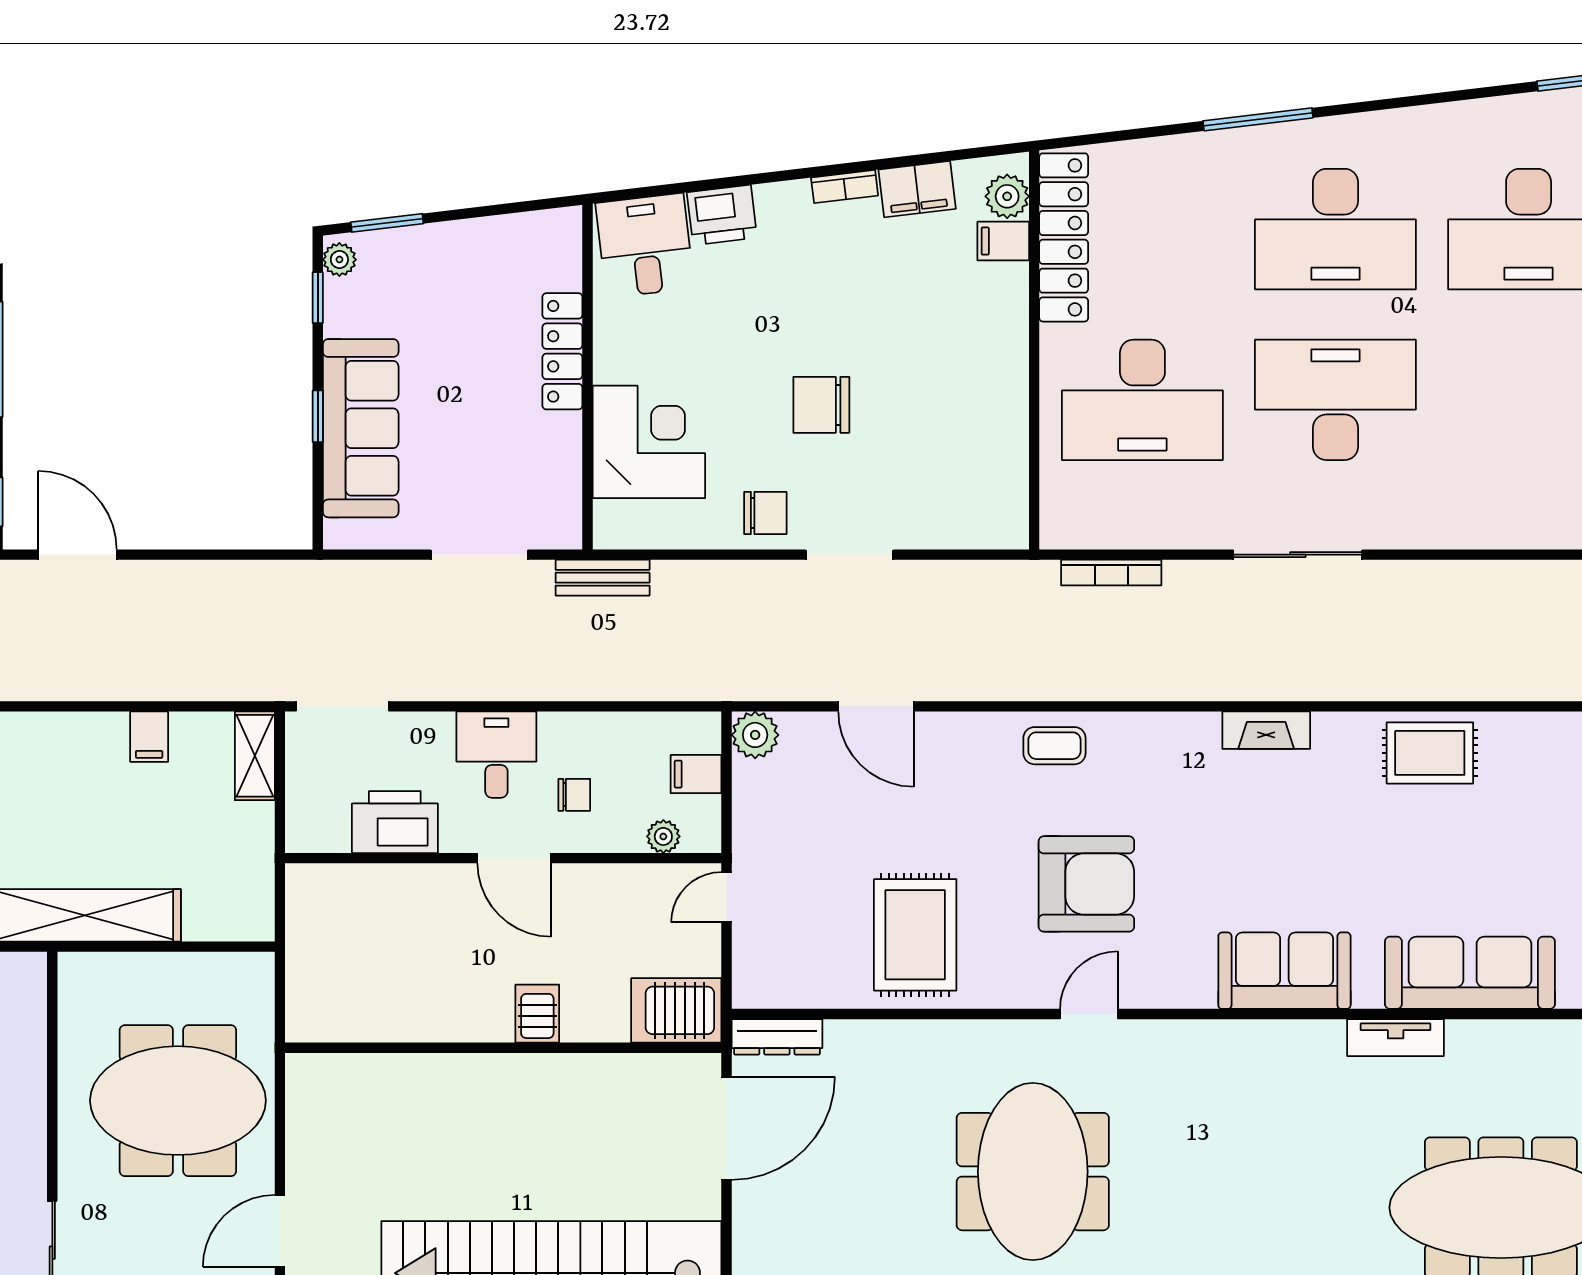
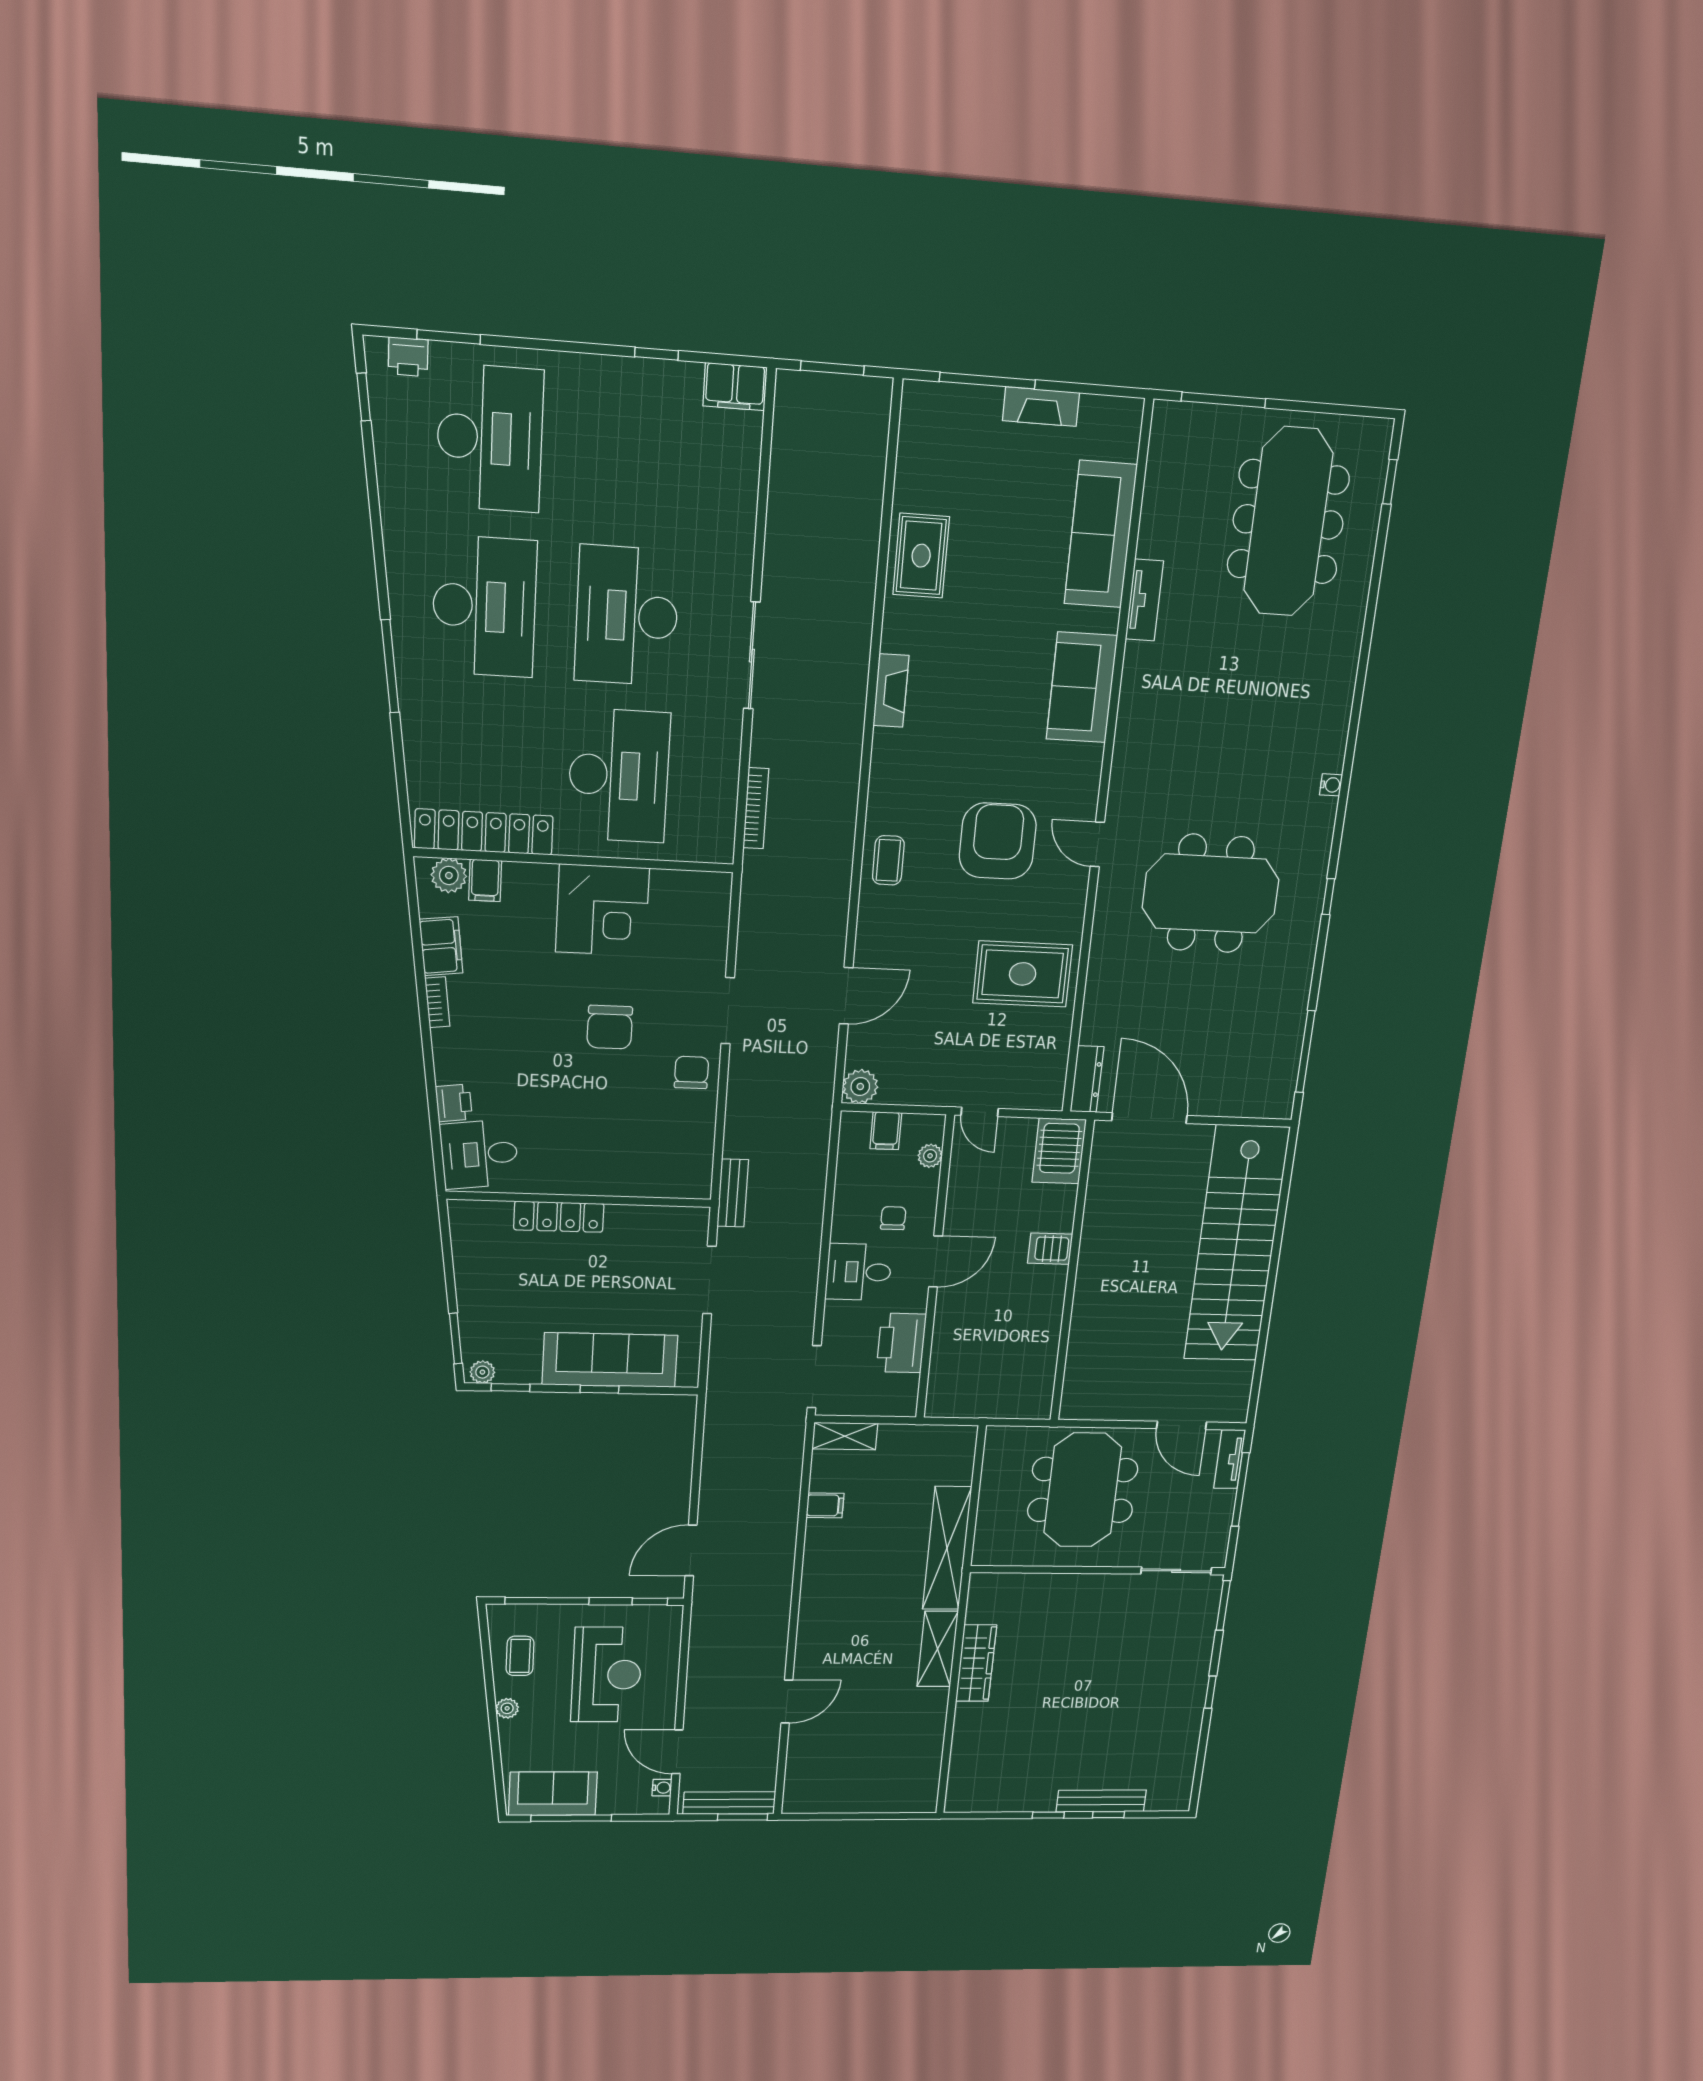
printer: (722, 215) -> (454, 1103), width x0.73, depth x0.81
corner desk: (649, 442) -> (602, 910), moved, turned 180

